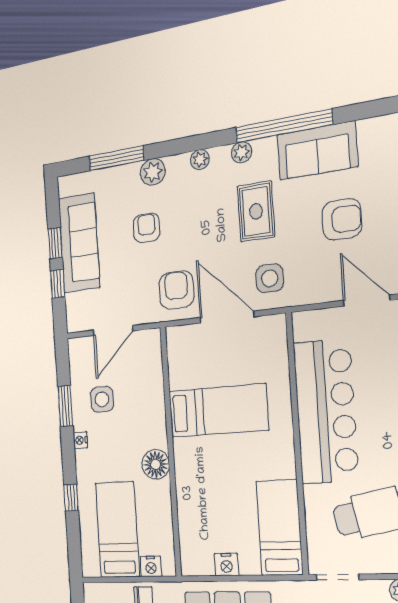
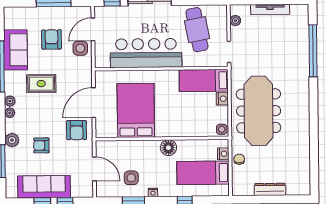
plant: (241, 152) -> (10, 101), moved
side table: (270, 278) -> (80, 48), moved
armchair: (176, 290) -> (77, 130), turned -90
bed: (218, 411) -> (136, 110), width x1.50
side table: (193, 564) -> (222, 129), added
nightstand: (227, 565) -> (222, 99), moved

